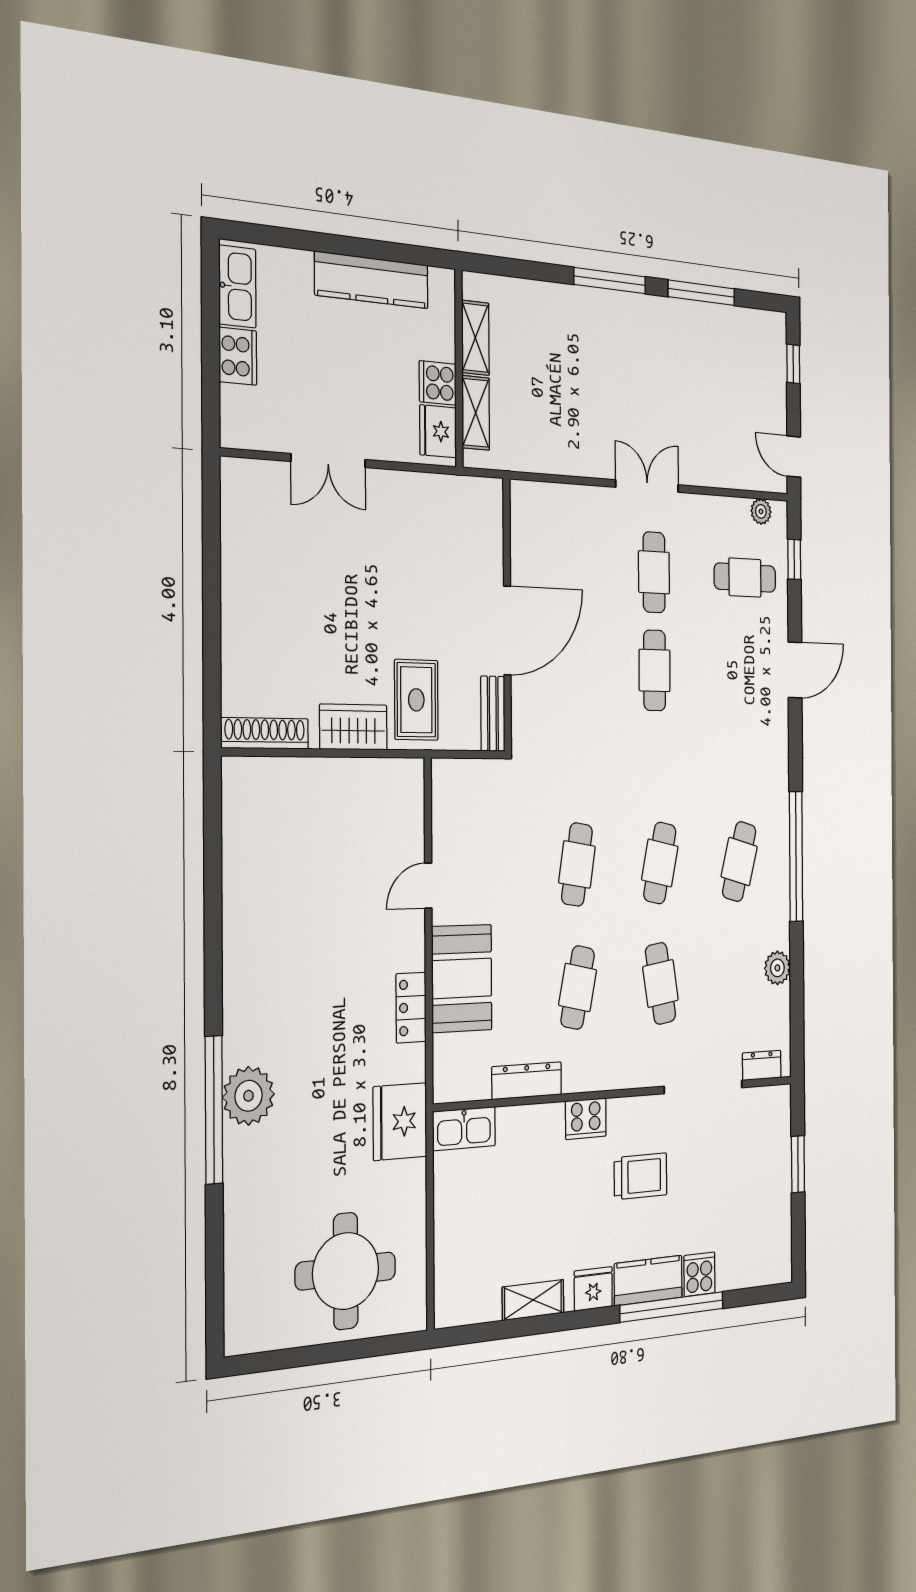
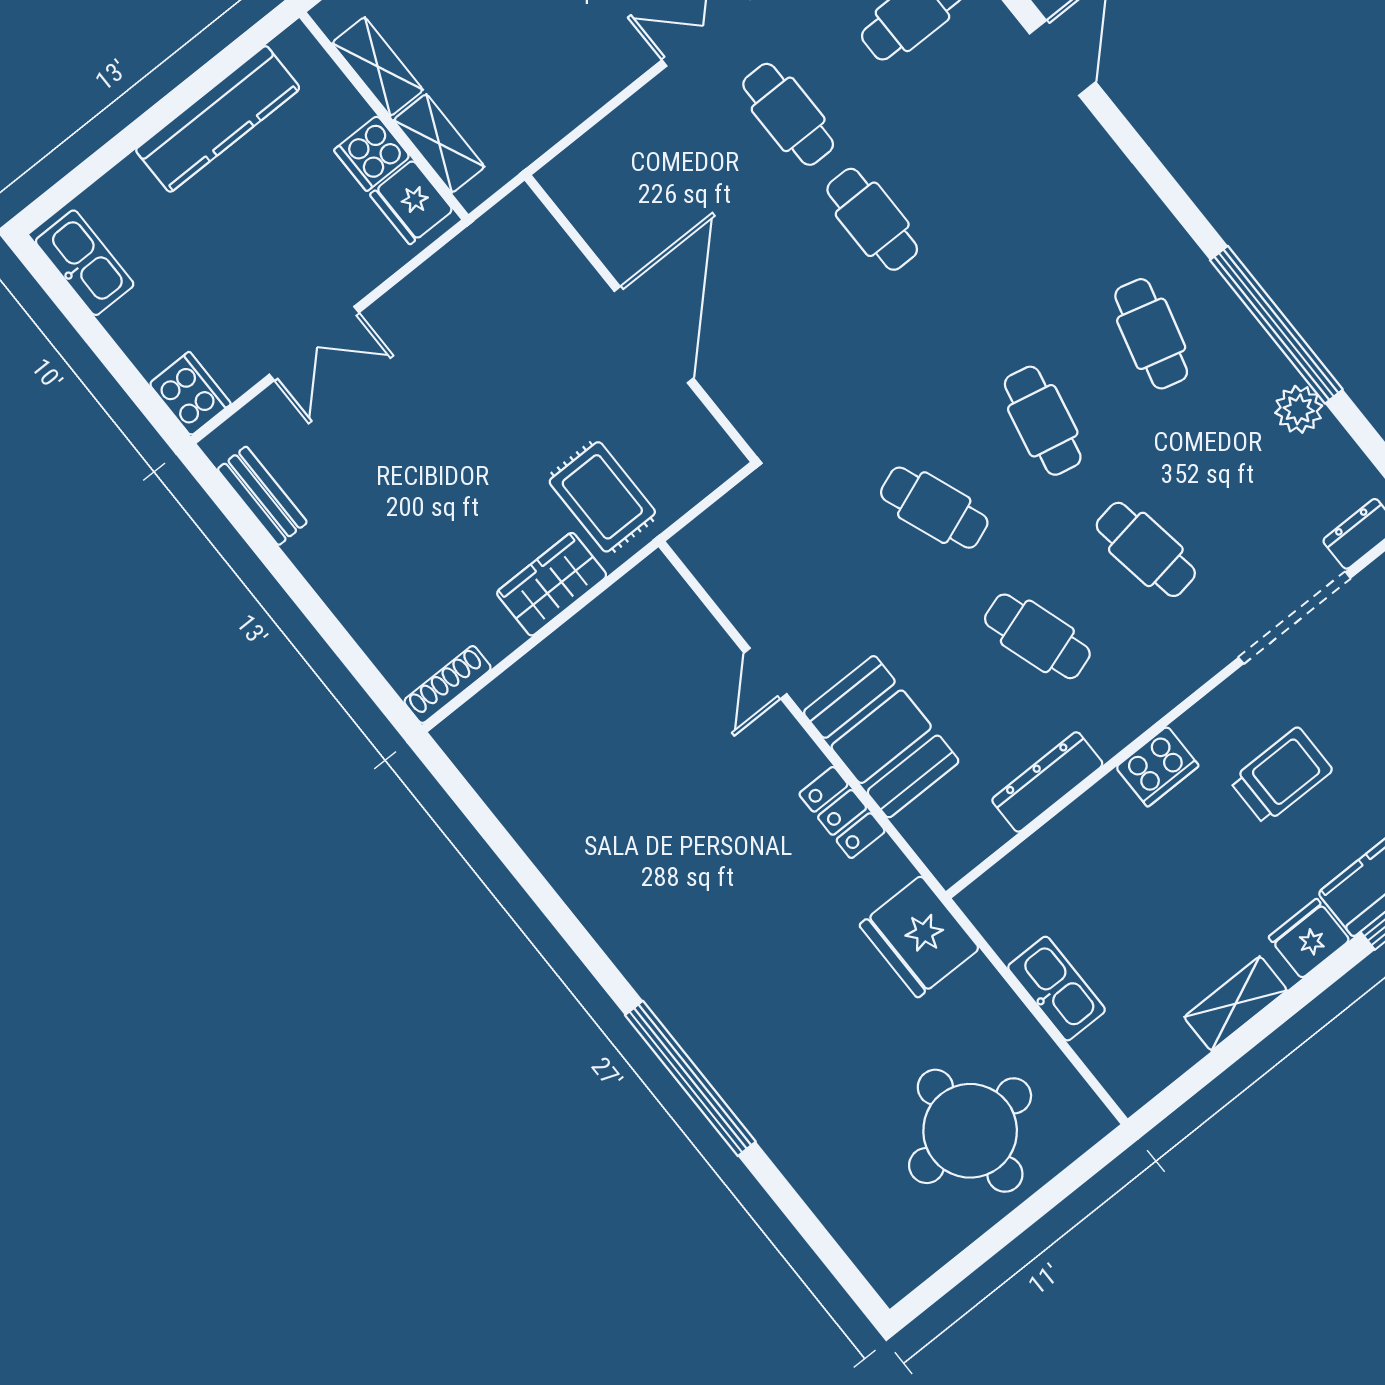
cooker: (238, 356) -> (190, 394), moved
bench: (493, 714) -> (262, 496), moved
shoe rack: (265, 733) -> (448, 685), width x0.74, depth x0.81
window: (796, 856) -> (1276, 325), moved
cafe table: (577, 864) -> (934, 508), turned -30
cafe table: (578, 988) -> (1037, 636), turned -30
plant: (249, 1096) -> (719, 1037), removed
kitchen sink: (464, 1129) -> (1057, 989), moved, turned -90

